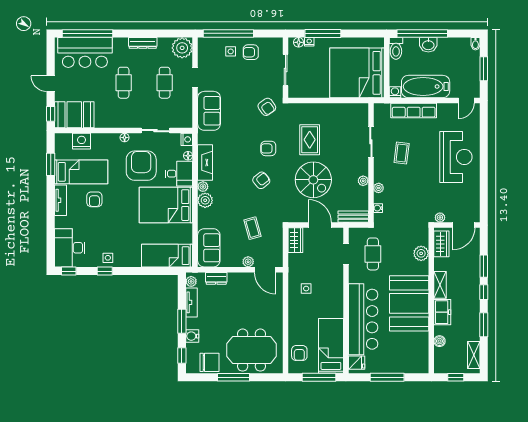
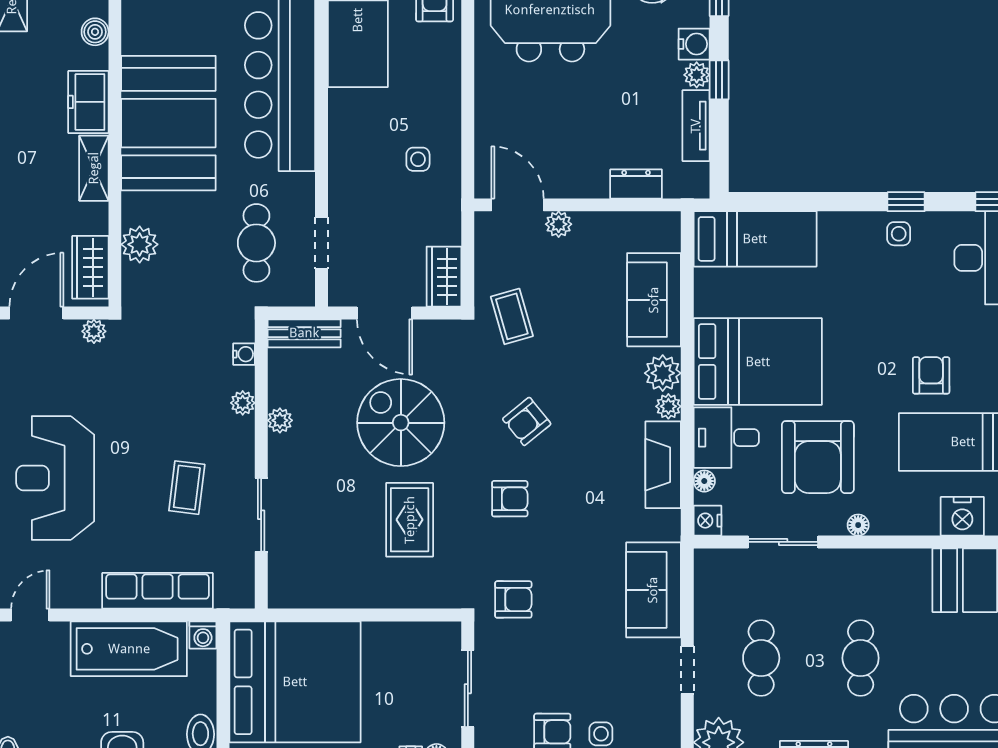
armchair: (267, 107) -> (513, 599), turned 125
coffee table: (253, 228) -> (512, 316), moved
sofa: (209, 248) -> (654, 300), moved
plant: (191, 281) -> (697, 75), moved
window: (182, 321) -> (719, 80), width x0.67

